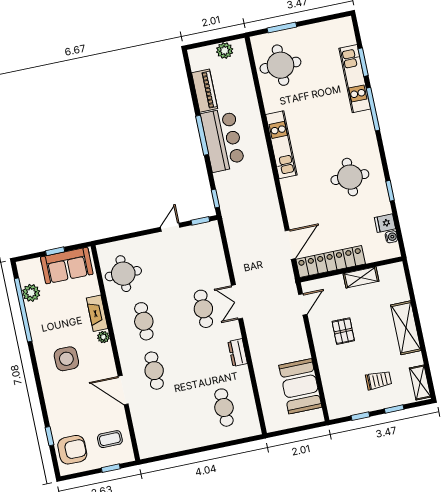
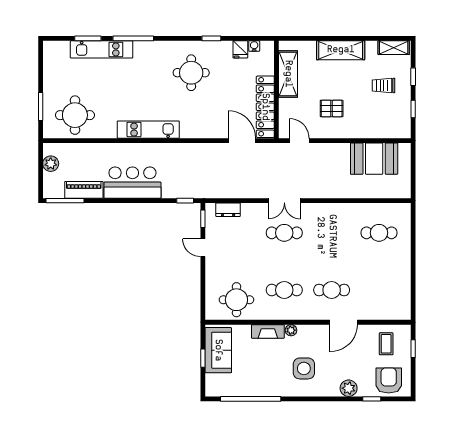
window: (202, 135) -> (65, 201), moved
shelving: (361, 277) -> (288, 74), width x1.50, depth x1.33
plant: (31, 293) -> (349, 388), moved
dresser: (238, 353) -> (228, 210), moved
trolley: (378, 380) -> (384, 85), turned -90

